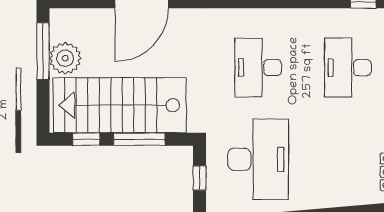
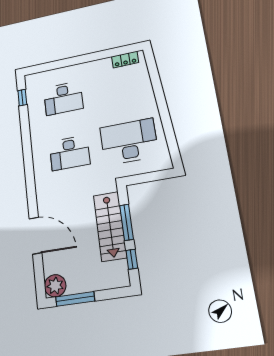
plant: (65, 58) -> (55, 286), moved
stairs: (120, 105) -> (110, 226), width x0.73, depth x0.66
window: (199, 178) -> (147, 177), removed

